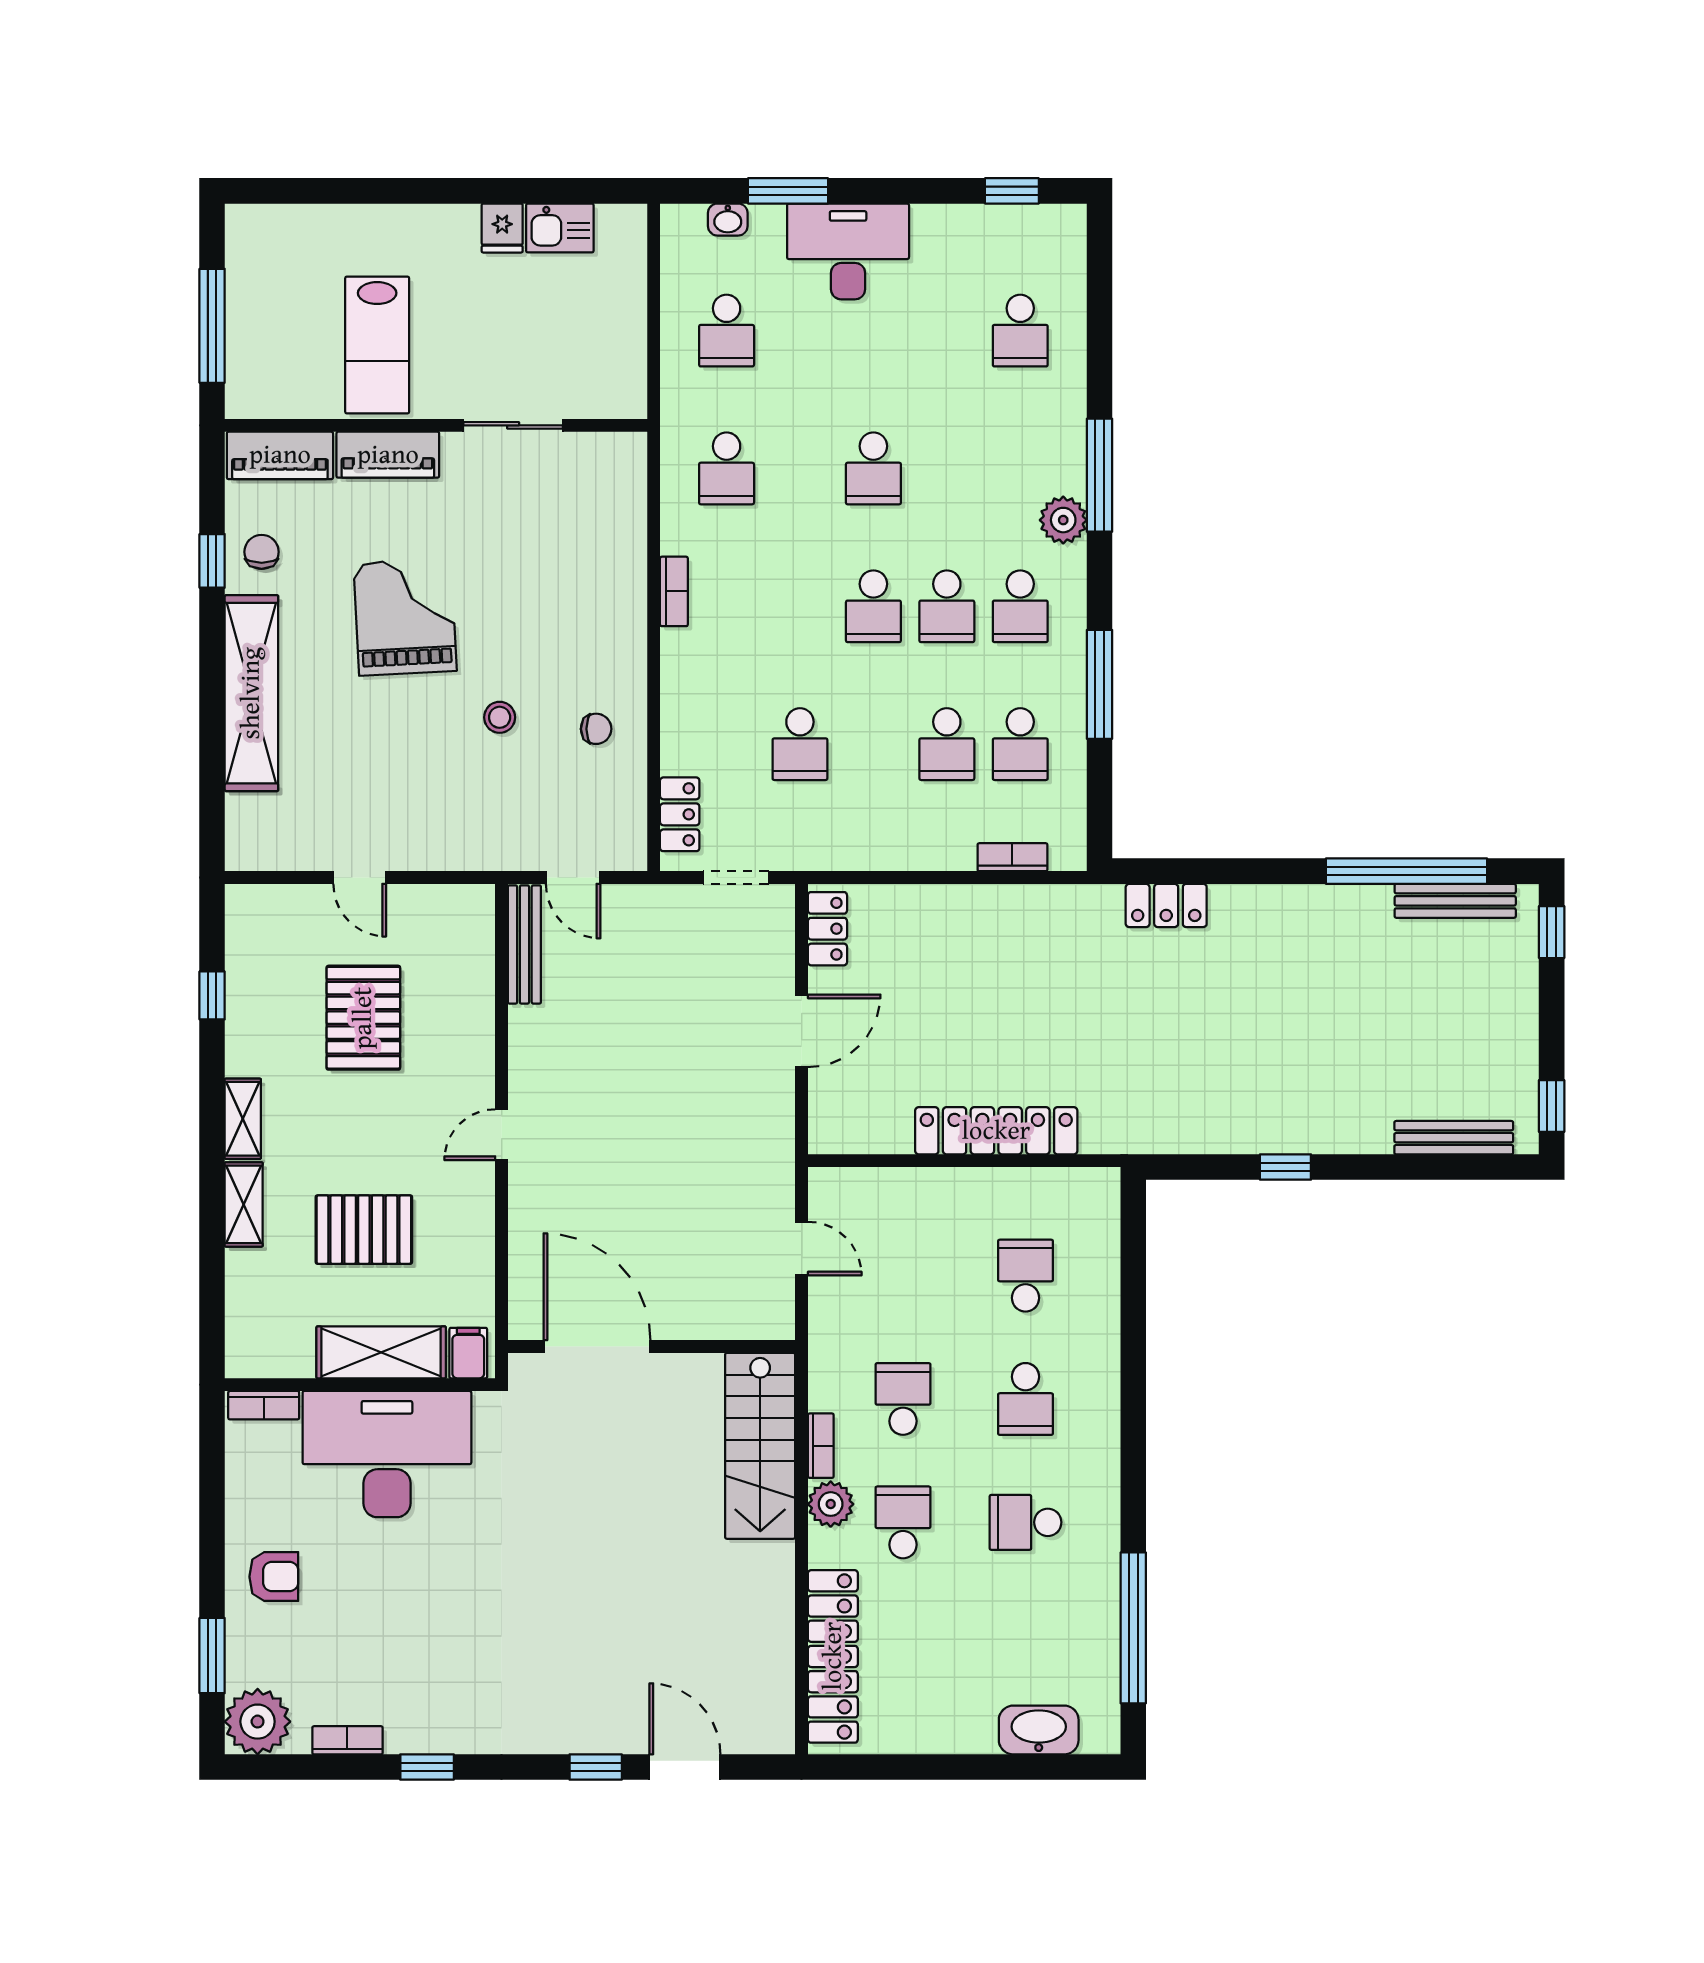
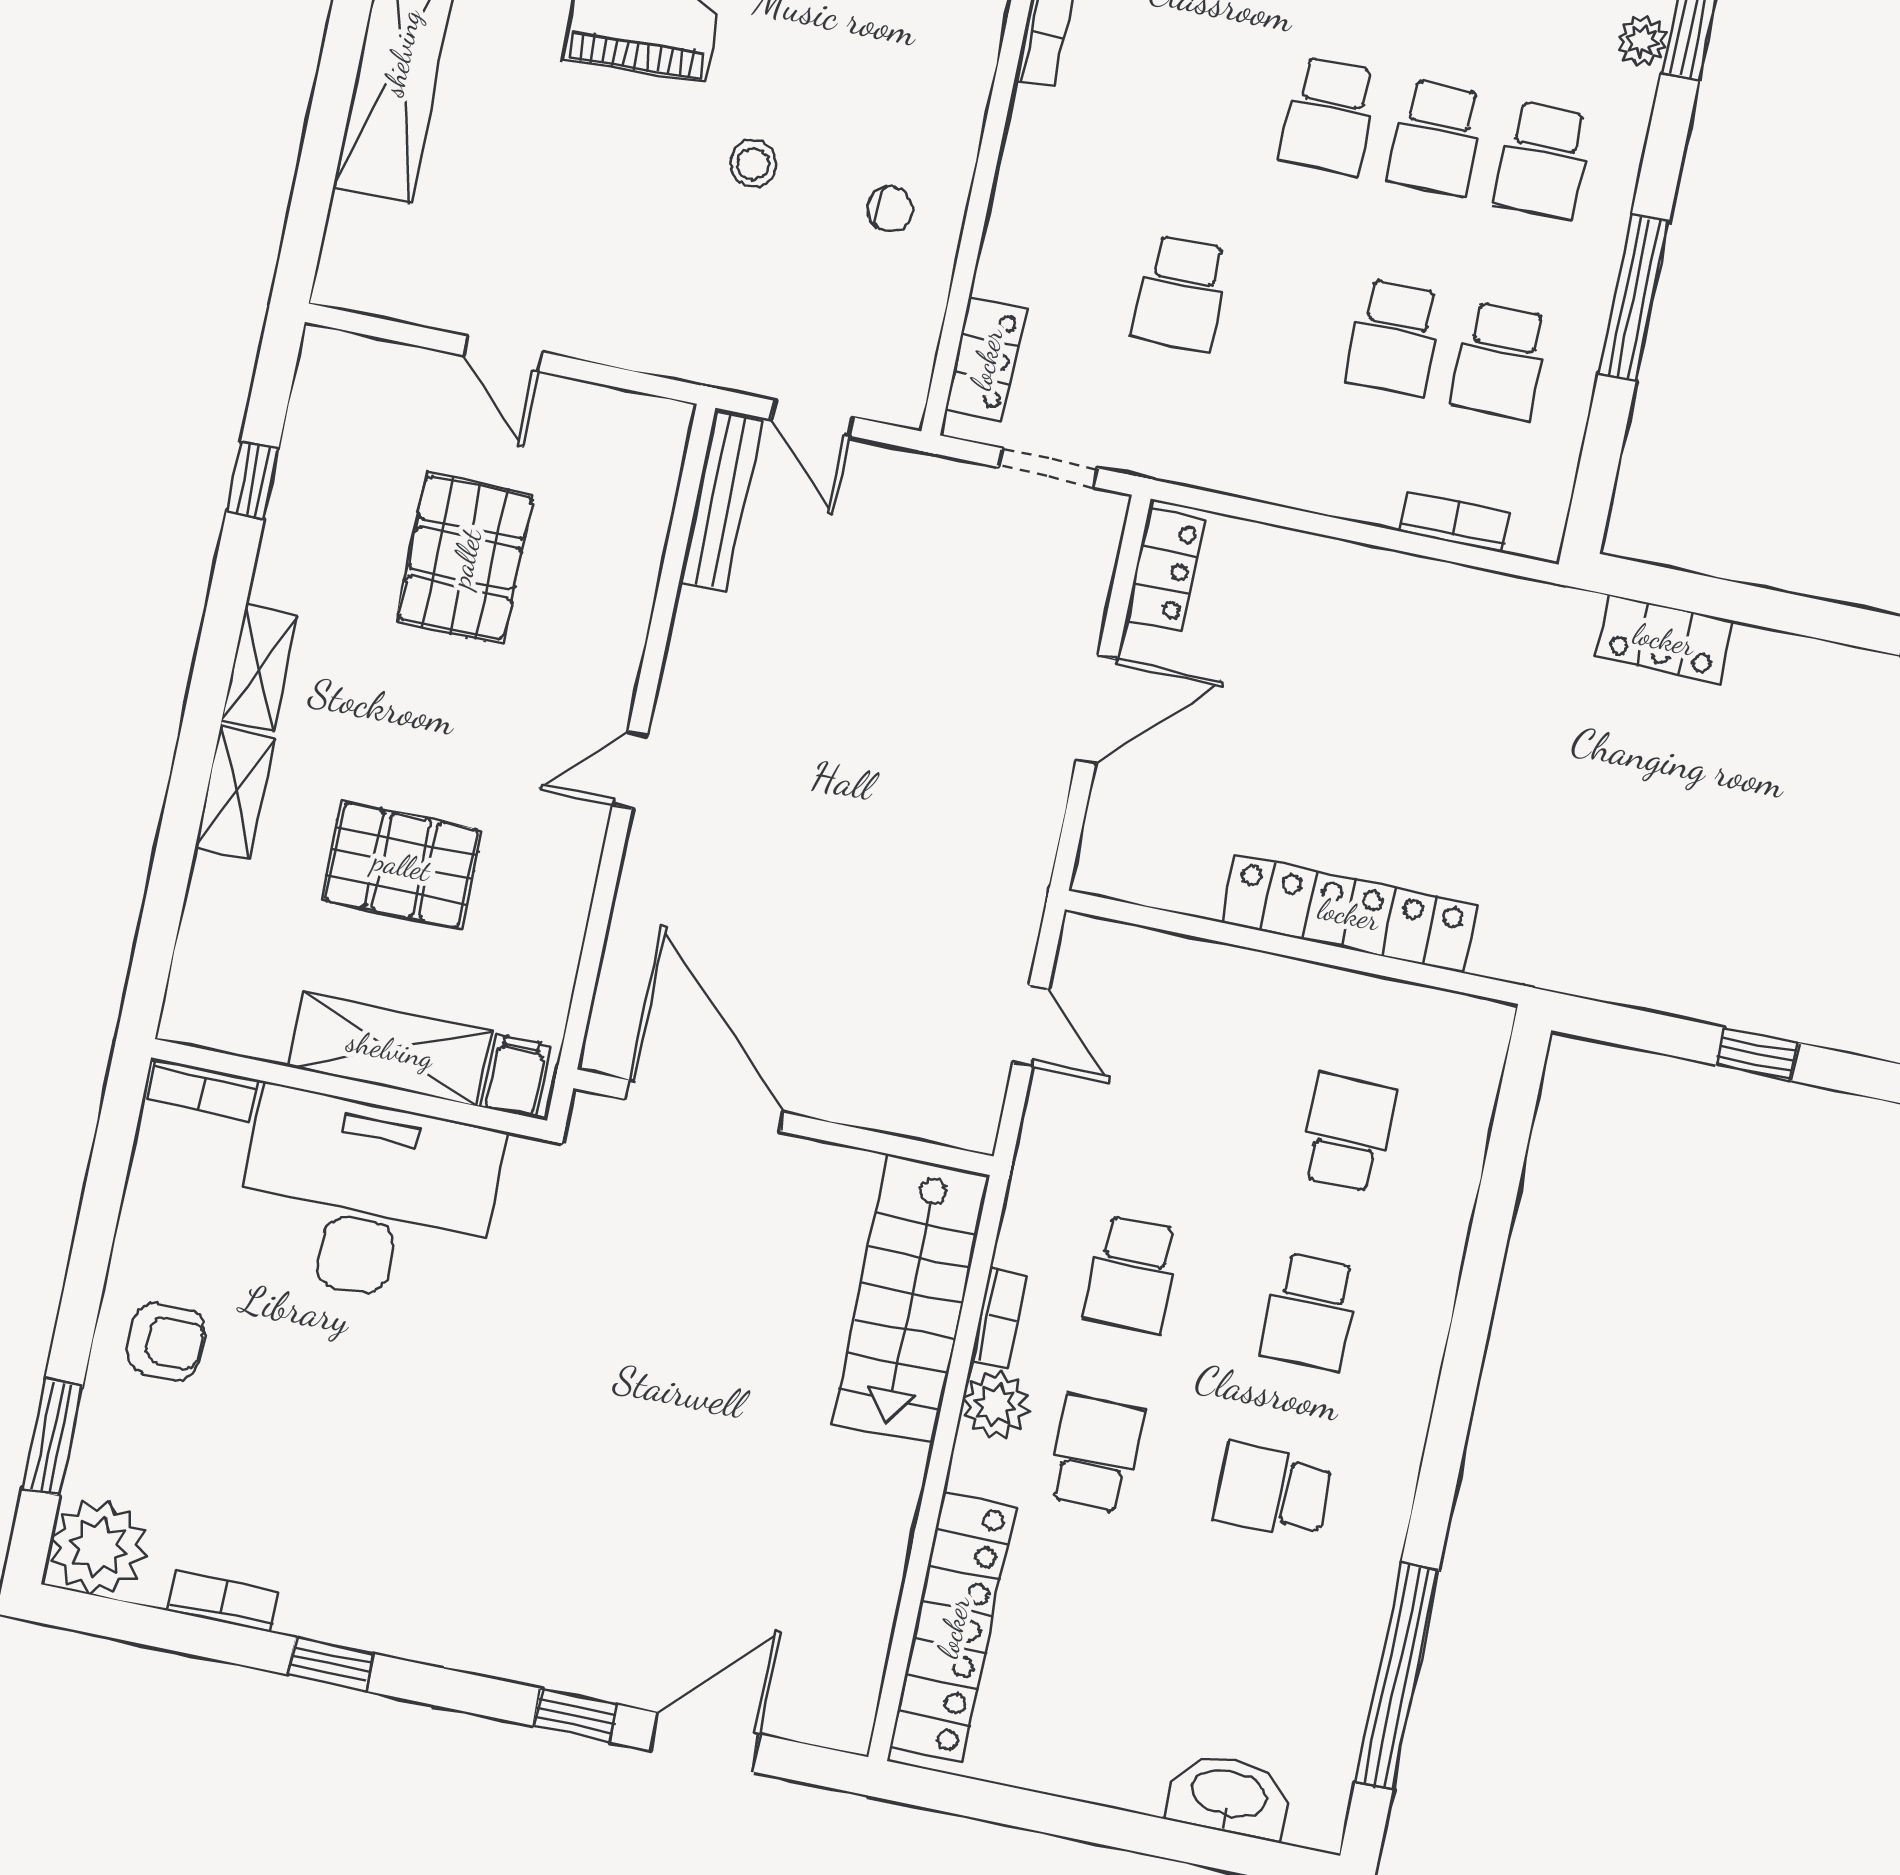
plant: (1063, 520) -> (1642, 41), width x0.73, depth x0.73
school desk: (903, 1399) -> (1132, 1274), turned 180
door: (685, 1767) -> (705, 1742), hinge flipped

